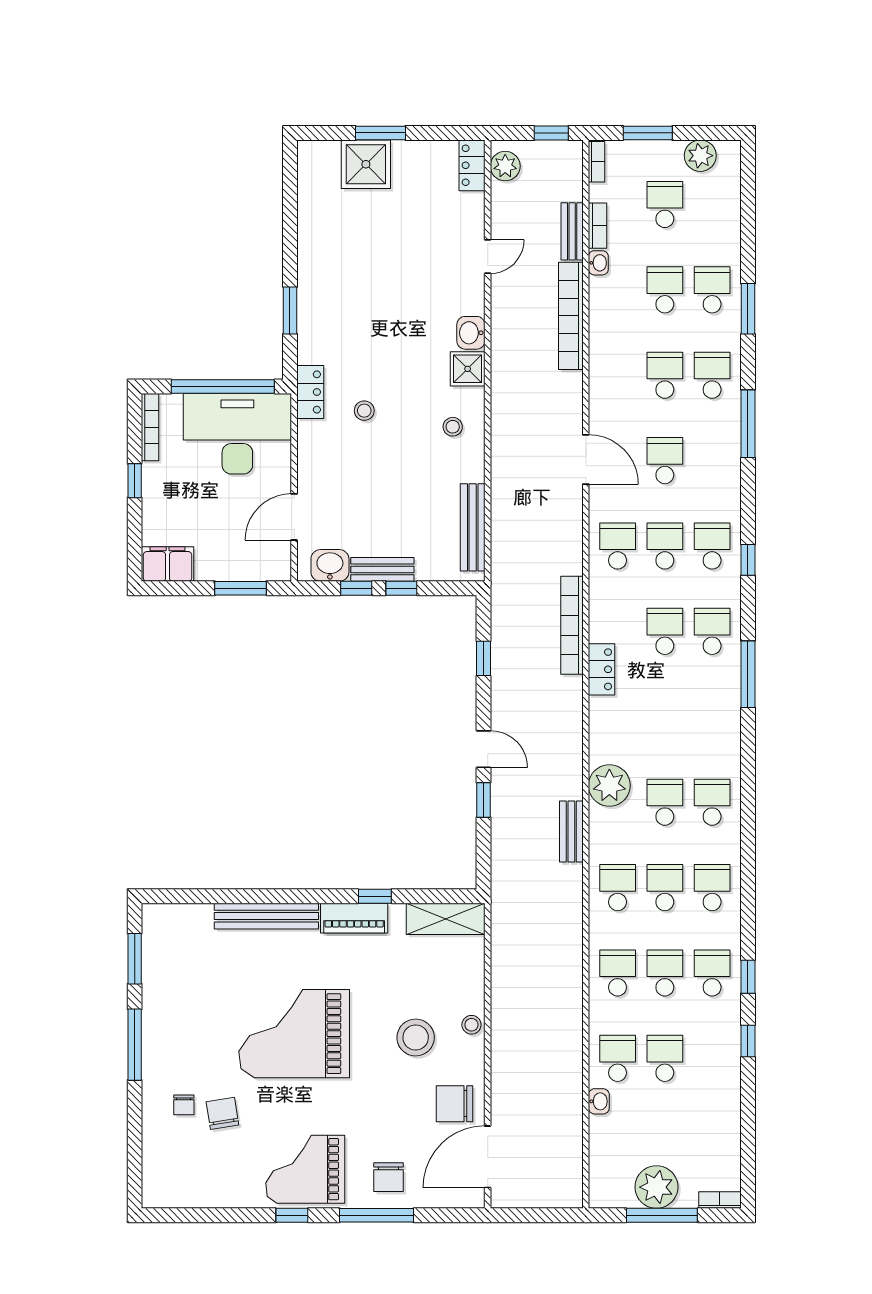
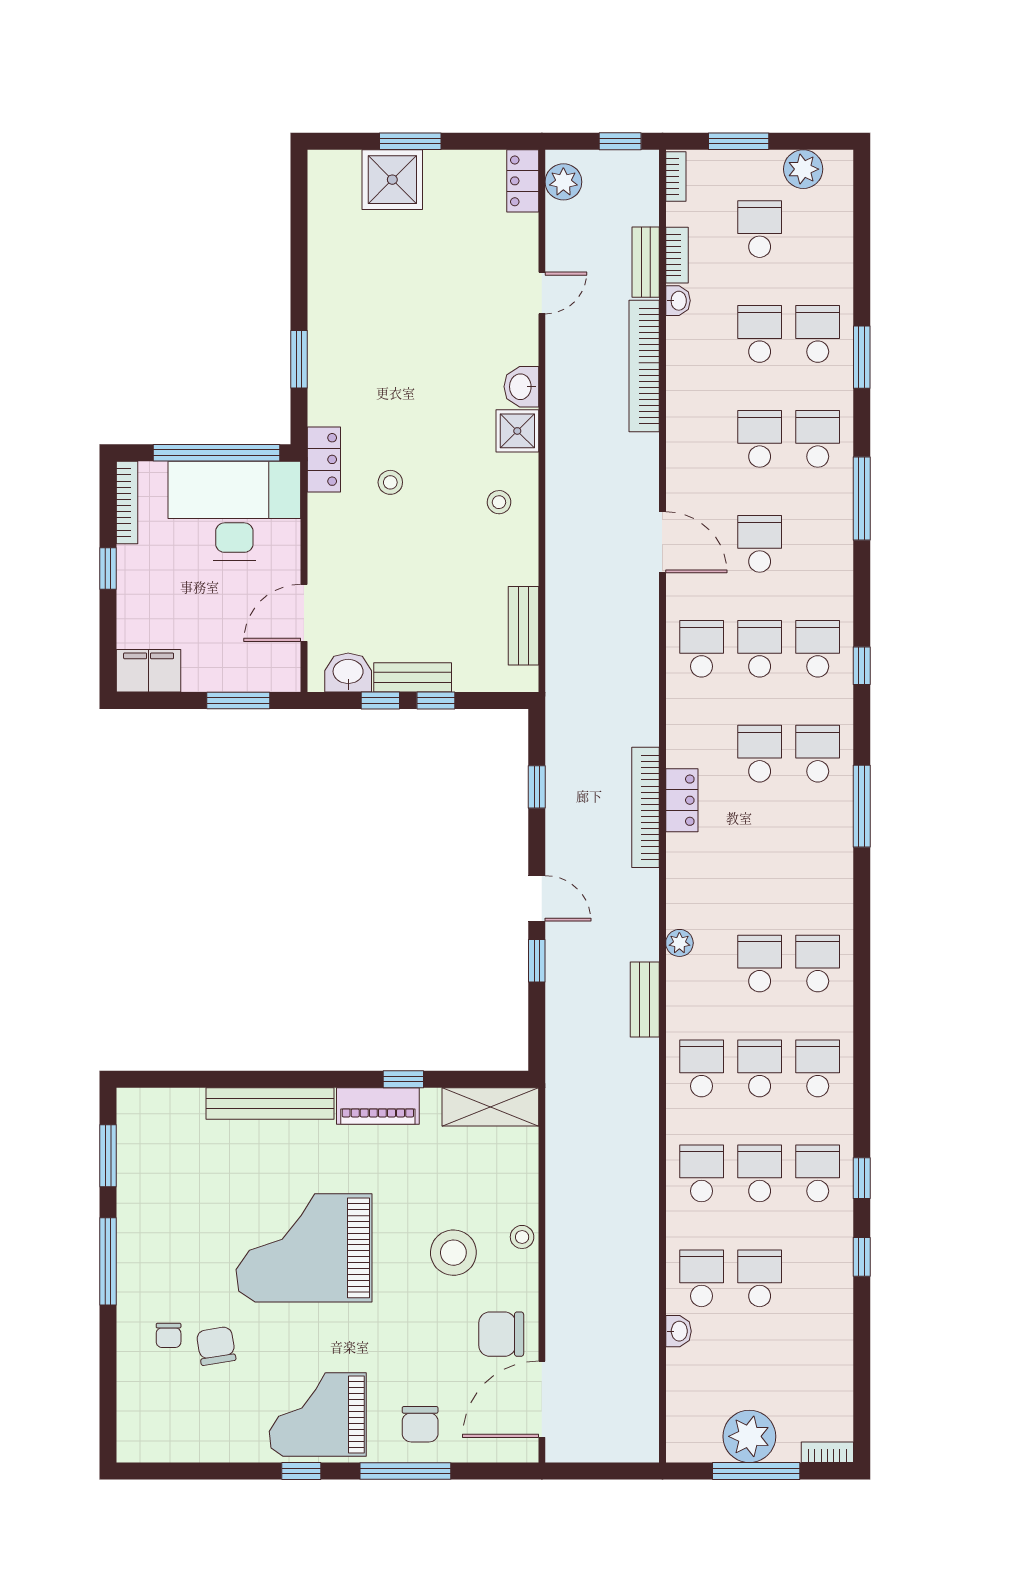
bench: (473, 527) -> (523, 626), width x0.73
bookcase: (572, 625) -> (645, 807), moved
plant: (609, 785) -> (679, 943), width x0.53, depth x0.53

